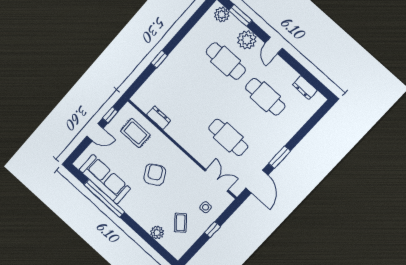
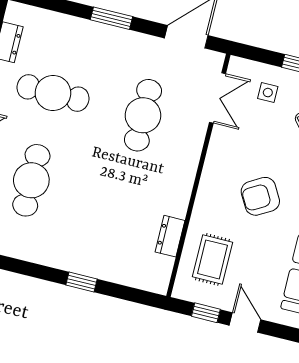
cafe table: (265, 97) -> (53, 93), turned 90
window: (280, 157) -> (111, 18), moved
double door: (217, 180) -> (218, 98), swing flipped

